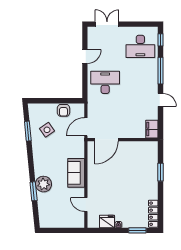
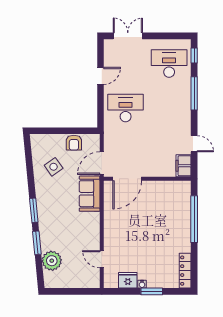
desk: (140, 46) -> (169, 63), turned 180
door: (161, 100) -> (194, 144), moved
window: (28, 131) -> (34, 210), moved
window: (161, 172) -> (194, 219), width x2.11
sofa: (76, 173) -> (90, 194), moved
plant: (43, 184) -> (52, 261), moved
window: (137, 230) -> (152, 291), moved

